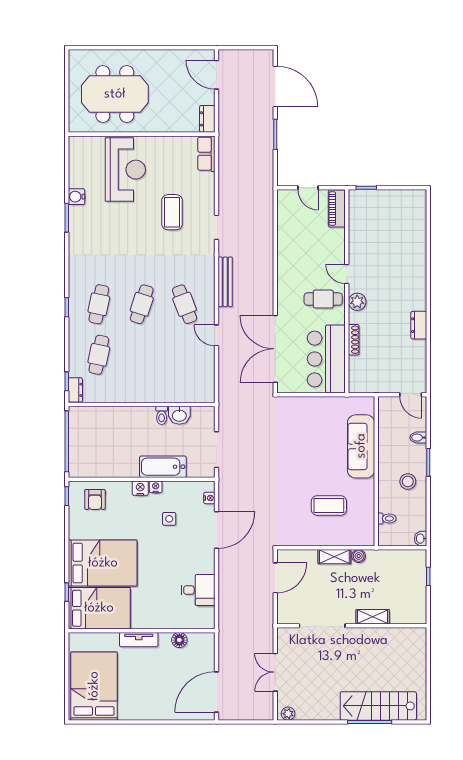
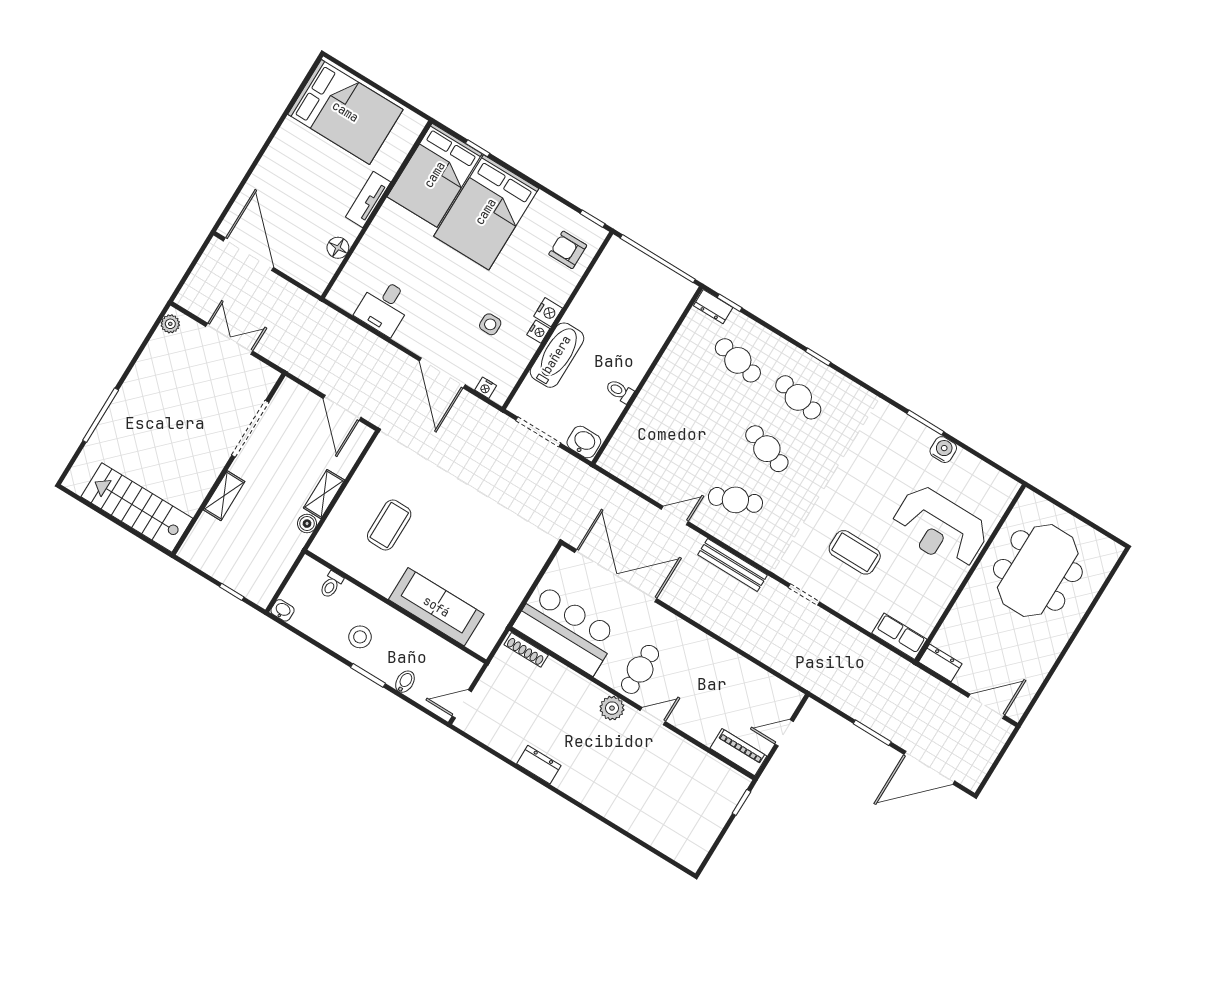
shoe rack: (354, 340) -> (526, 650), moved
washbasin: (179, 415) -> (584, 442), moved, turned 90
stairs: (378, 706) -> (137, 508), moved, turned -90

